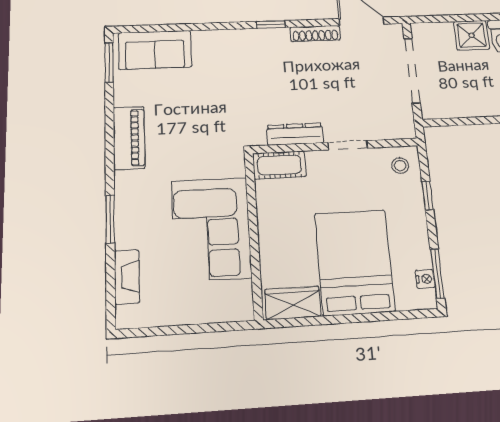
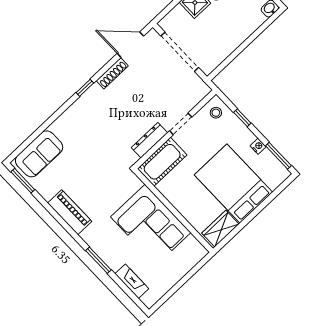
cot: (279, 165) -> (162, 162), width x1.37, depth x1.34
nightstand: (425, 279) -> (258, 146), moved

